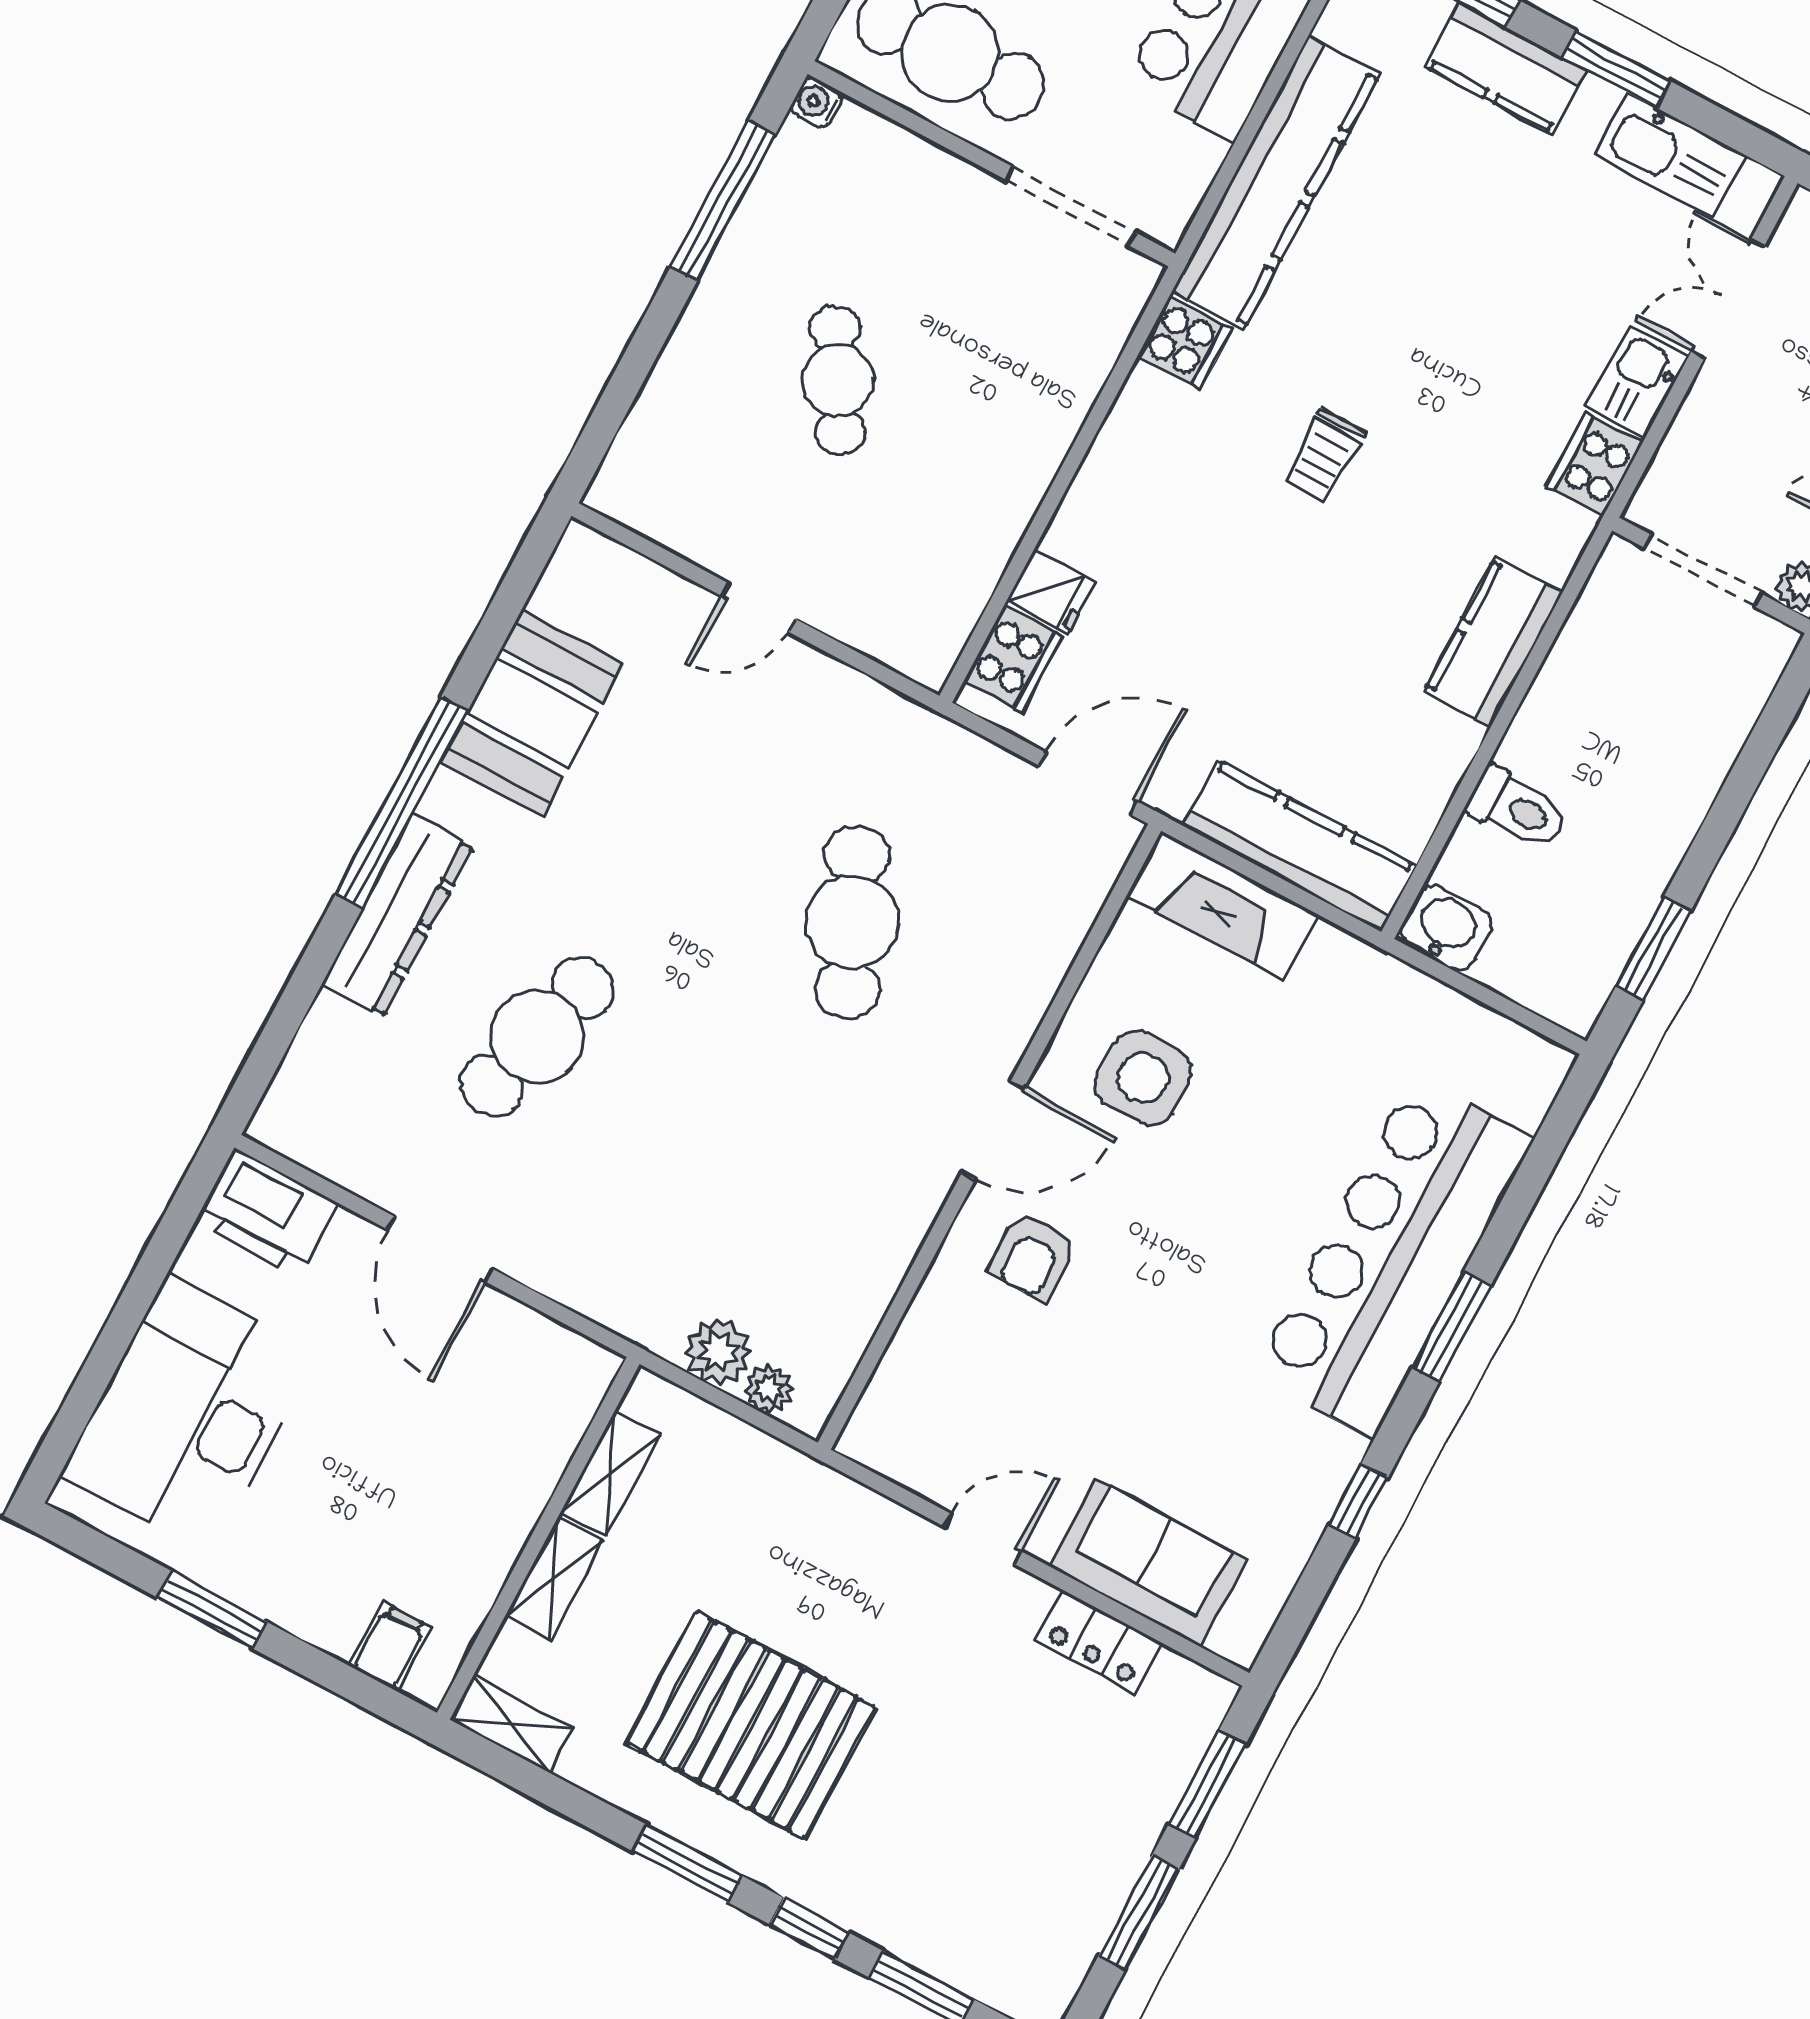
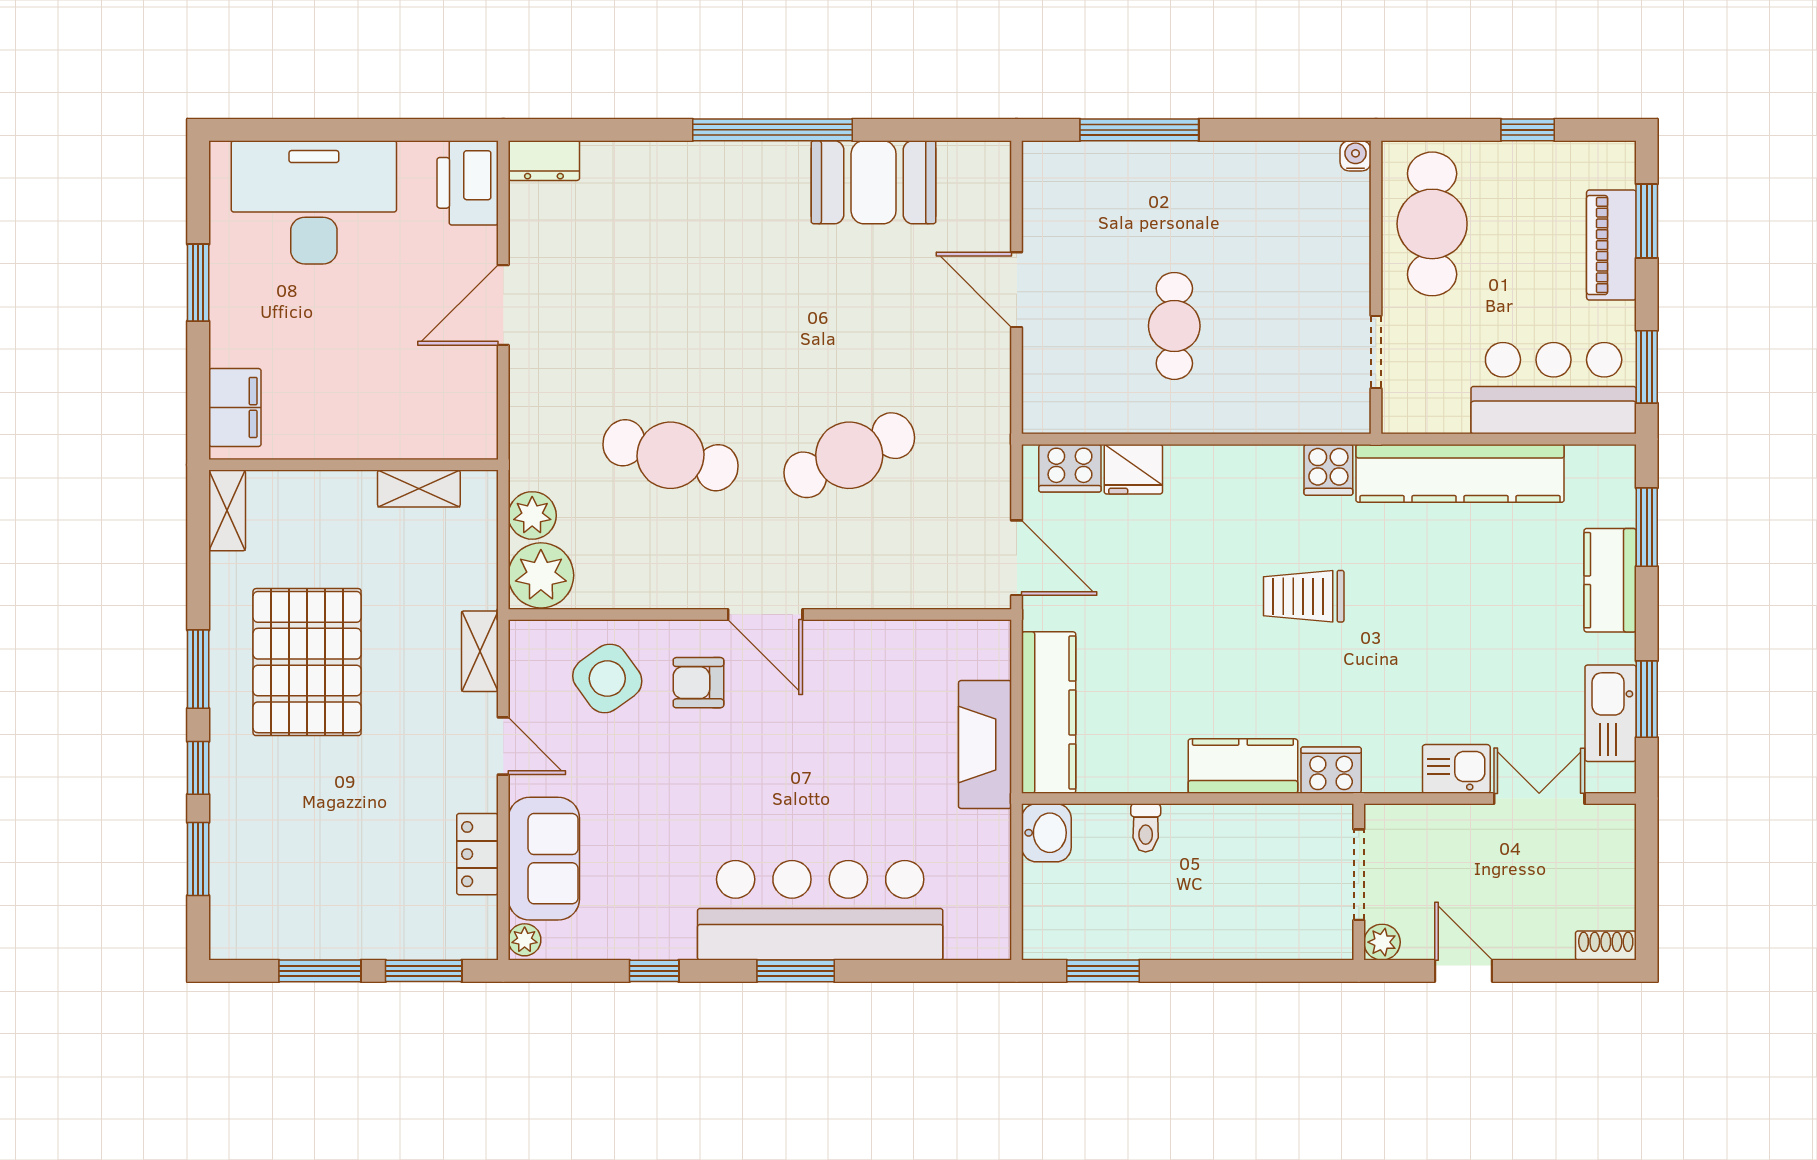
window: (1617, 70) -> (1647, 699), moved
window: (723, 200) -> (1139, 130), moved
doorway: (1071, 206) -> (1376, 352), width x0.73
cafe table: (838, 380) -> (1174, 326), moved, turned -59
trolley: (1324, 456) -> (1304, 596), width x1.36, depth x1.39
cooker: (1594, 465) -> (1331, 770), moved
fridge: (1051, 592) -> (1133, 469), width x1.38
door: (759, 608) -> (1017, 290), width x1.38
toilet: (1517, 808) -> (1146, 828), width x0.73, depth x0.72
fireplace: (1223, 905) -> (985, 745), moved
dresser: (397, 916) -> (544, 161), moved, width x0.51, depth x0.80
cafe table: (537, 1037) -> (670, 455), moved
side table: (1143, 1078) -> (607, 678), moved, turned -36
plant: (769, 1389) -> (541, 575), width x1.88, depth x1.88
shelving: (554, 1578) -> (480, 651), moved, turned 90
plant: (1235, 1640) -> (525, 940), added
filing cabinet: (390, 1647) -> (235, 407), width x2.00

